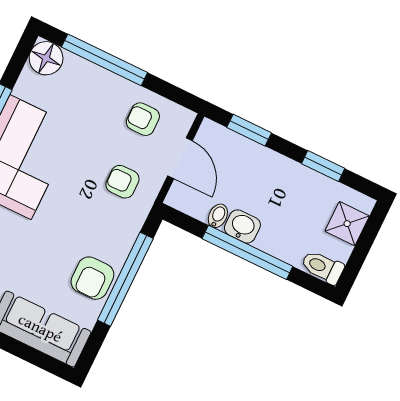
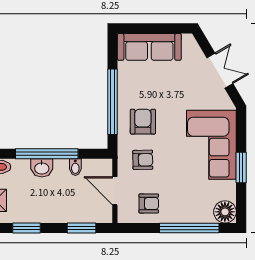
washbasin: (242, 226) -> (42, 168), moved
armchair: (92, 278) -> (143, 122), moved

